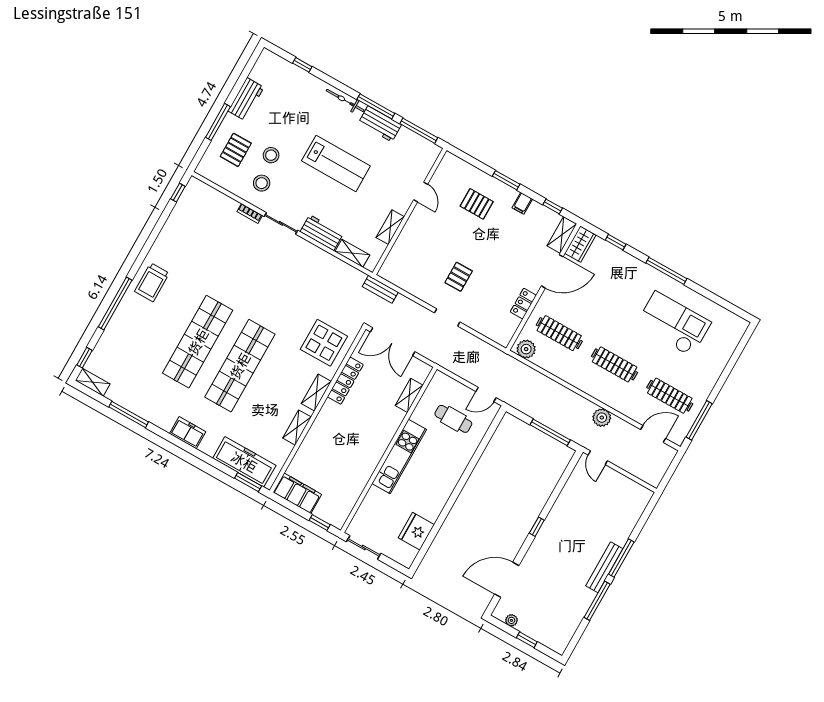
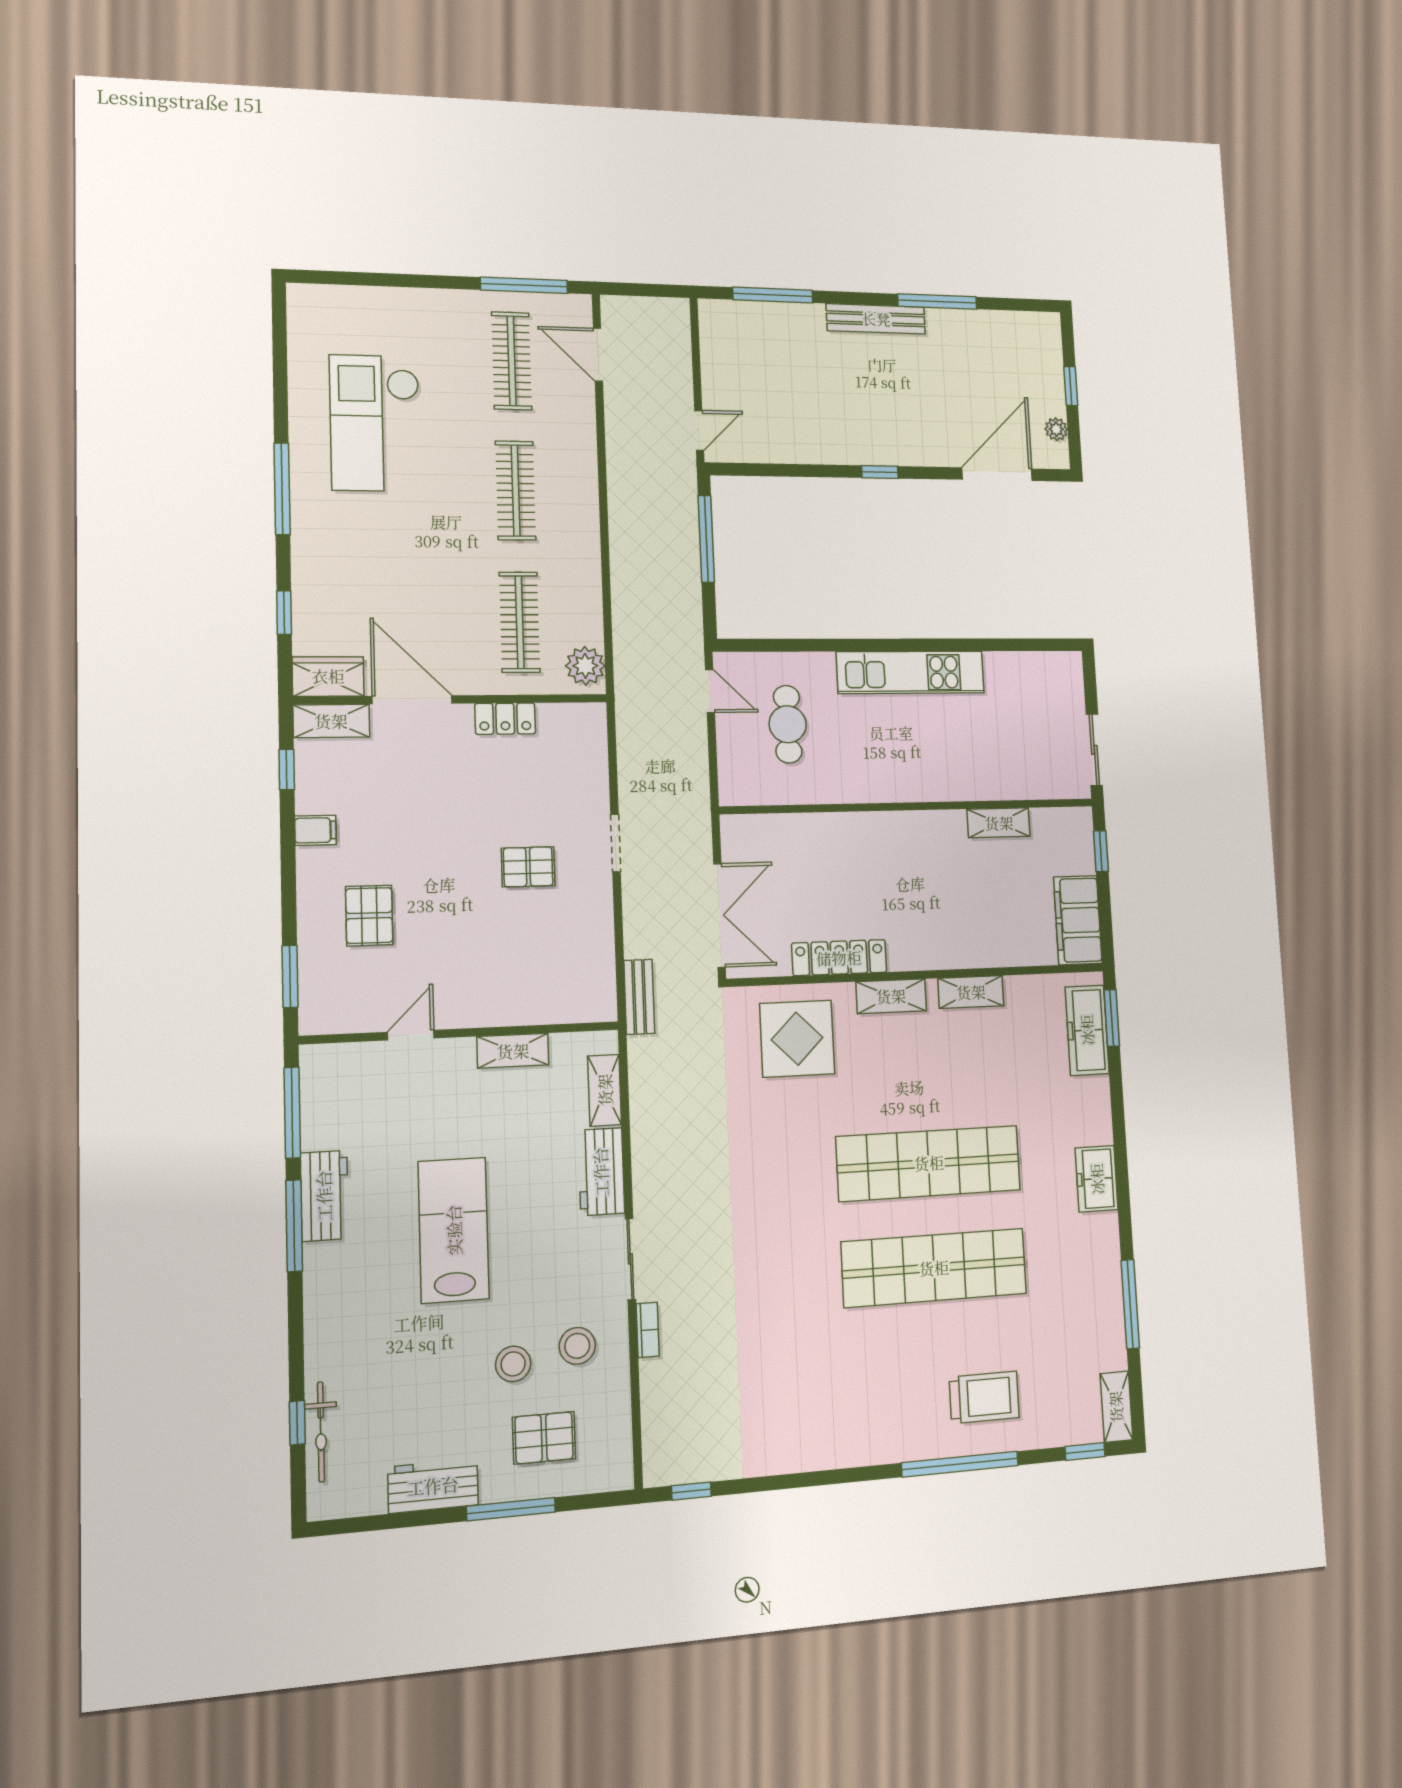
bicycle: (345, 100) -> (321, 1432), moved
window: (506, 180) -> (290, 976), moved
trolley: (152, 282) -> (984, 1397), moved
shelving: (409, 395) -> (999, 823), moved
plant: (602, 418) -> (625, 462), removed
kitchen unit: (399, 456) -> (911, 672), moved, turned 180
freezer: (244, 462) -> (1087, 1030), width x0.73, depth x0.79
fridge: (416, 531) -> (1014, 676), removed
window: (621, 558) -> (773, 295), moved
door: (507, 580) -> (997, 474), swing flipped

